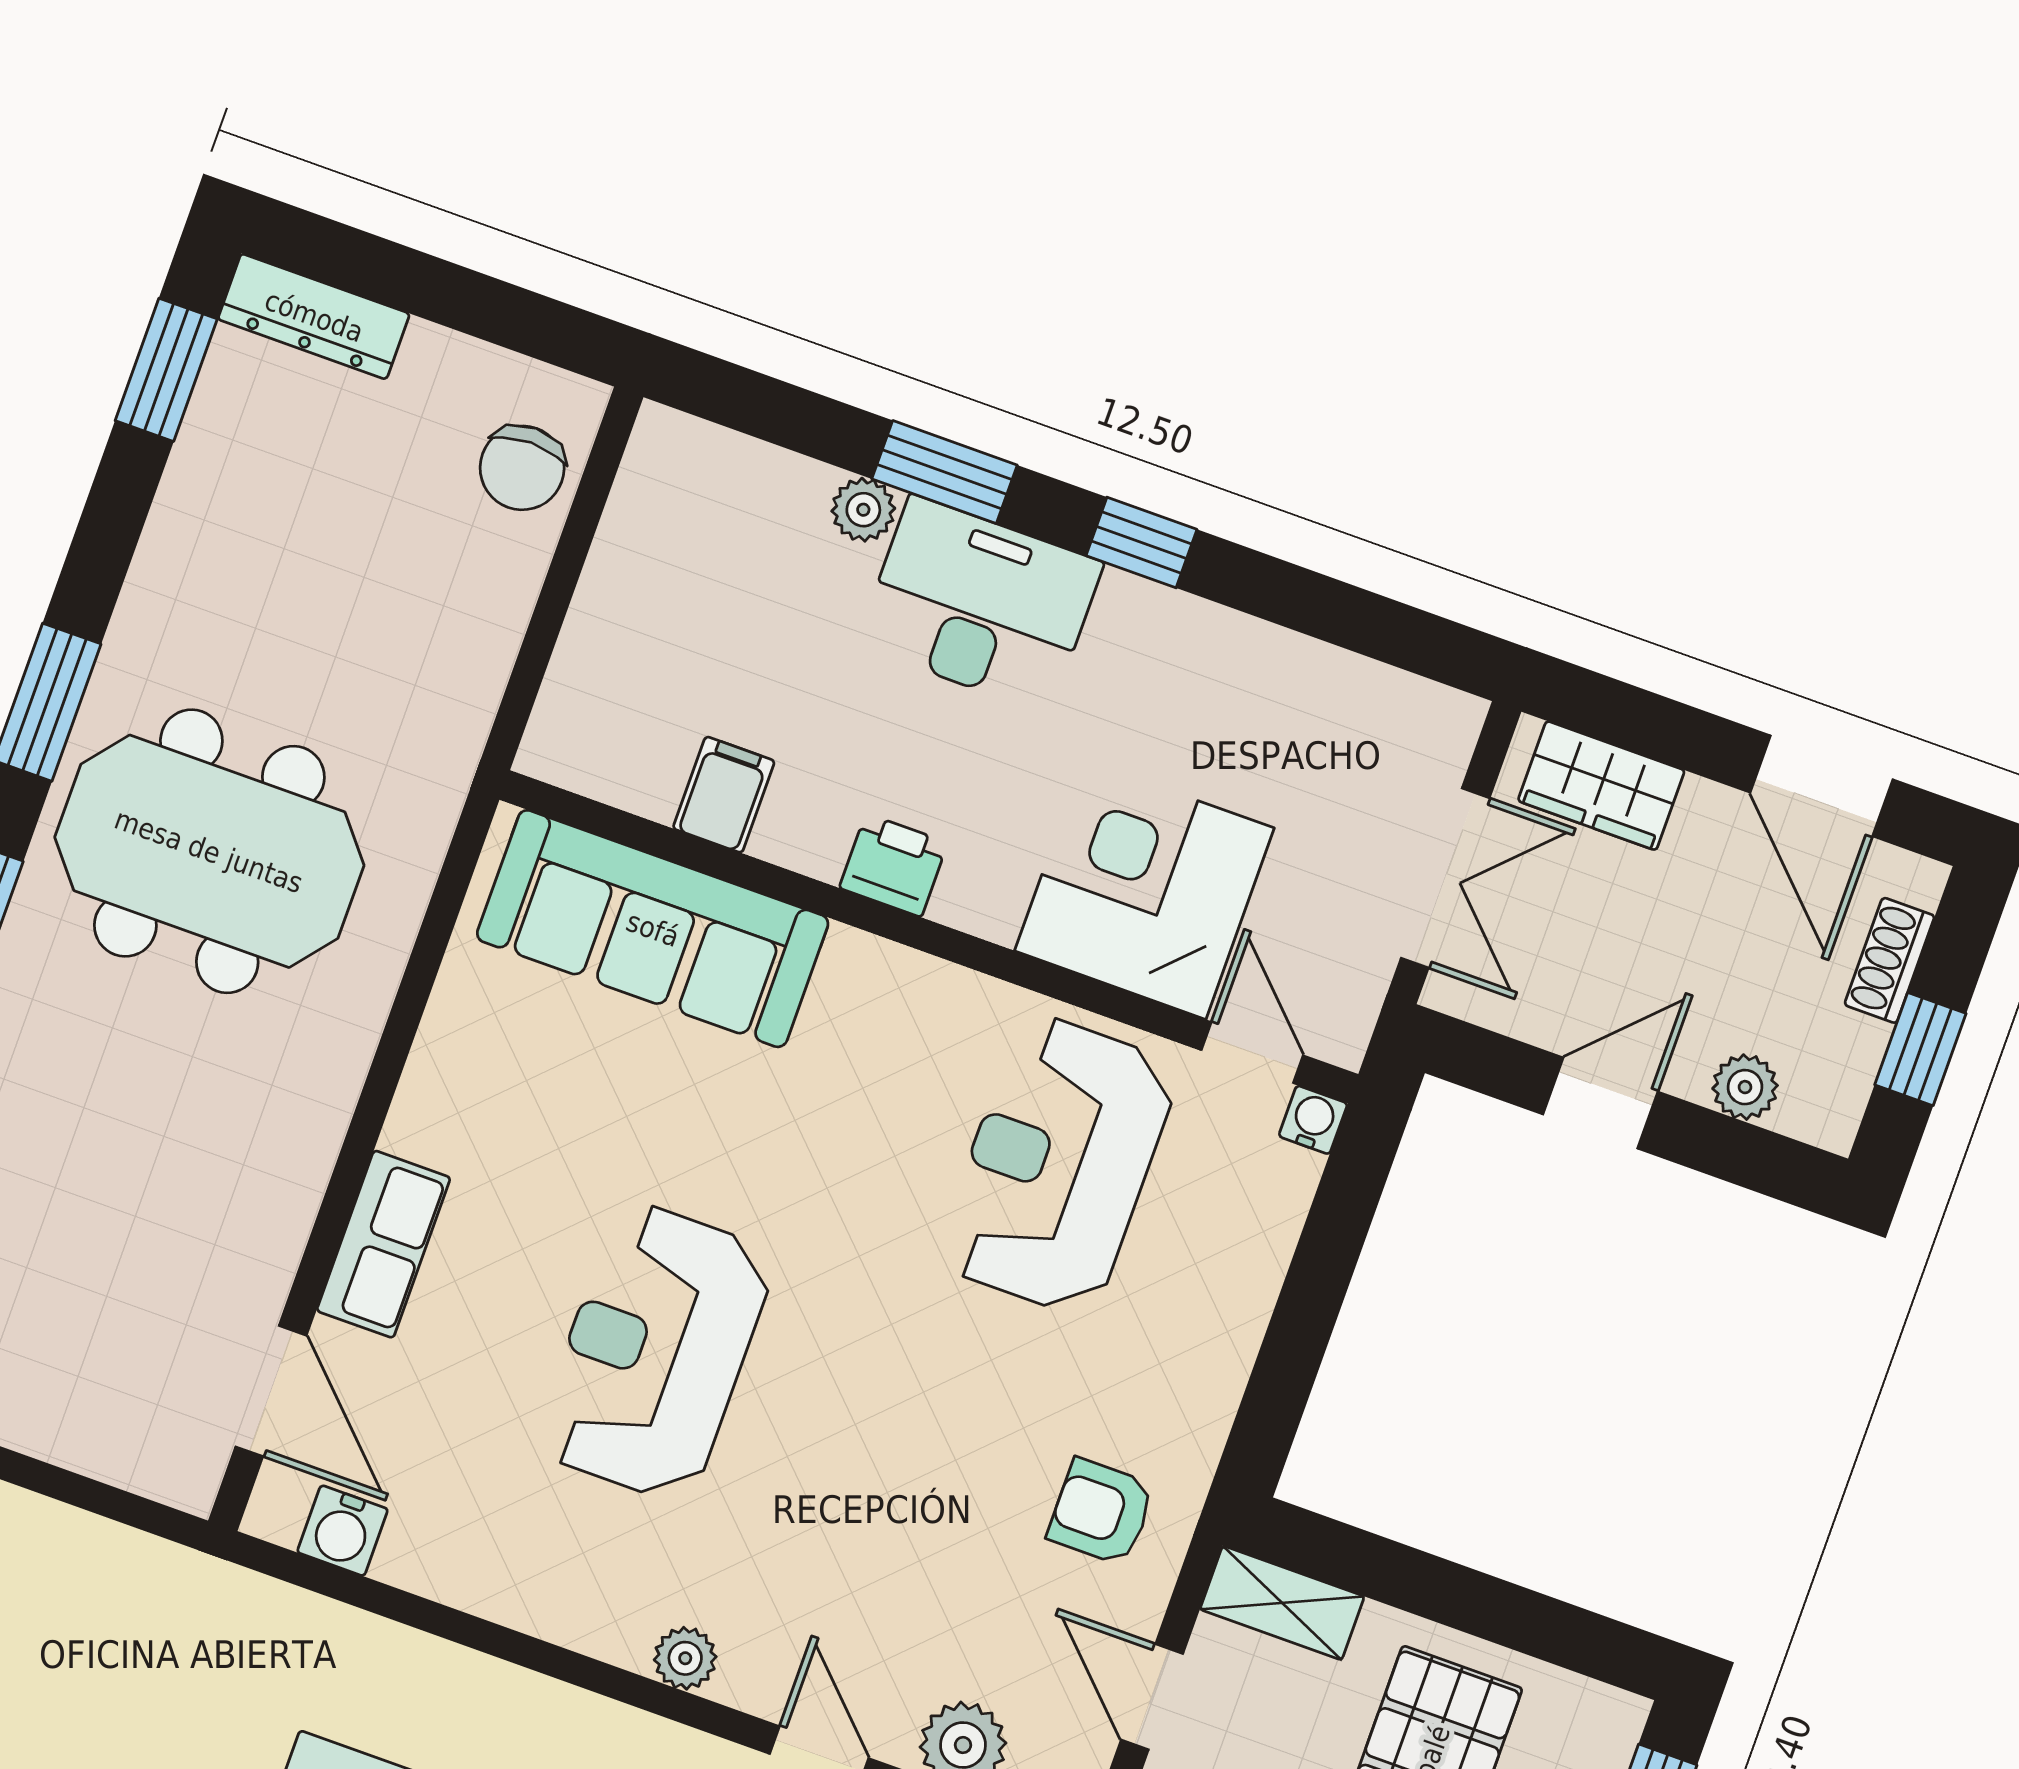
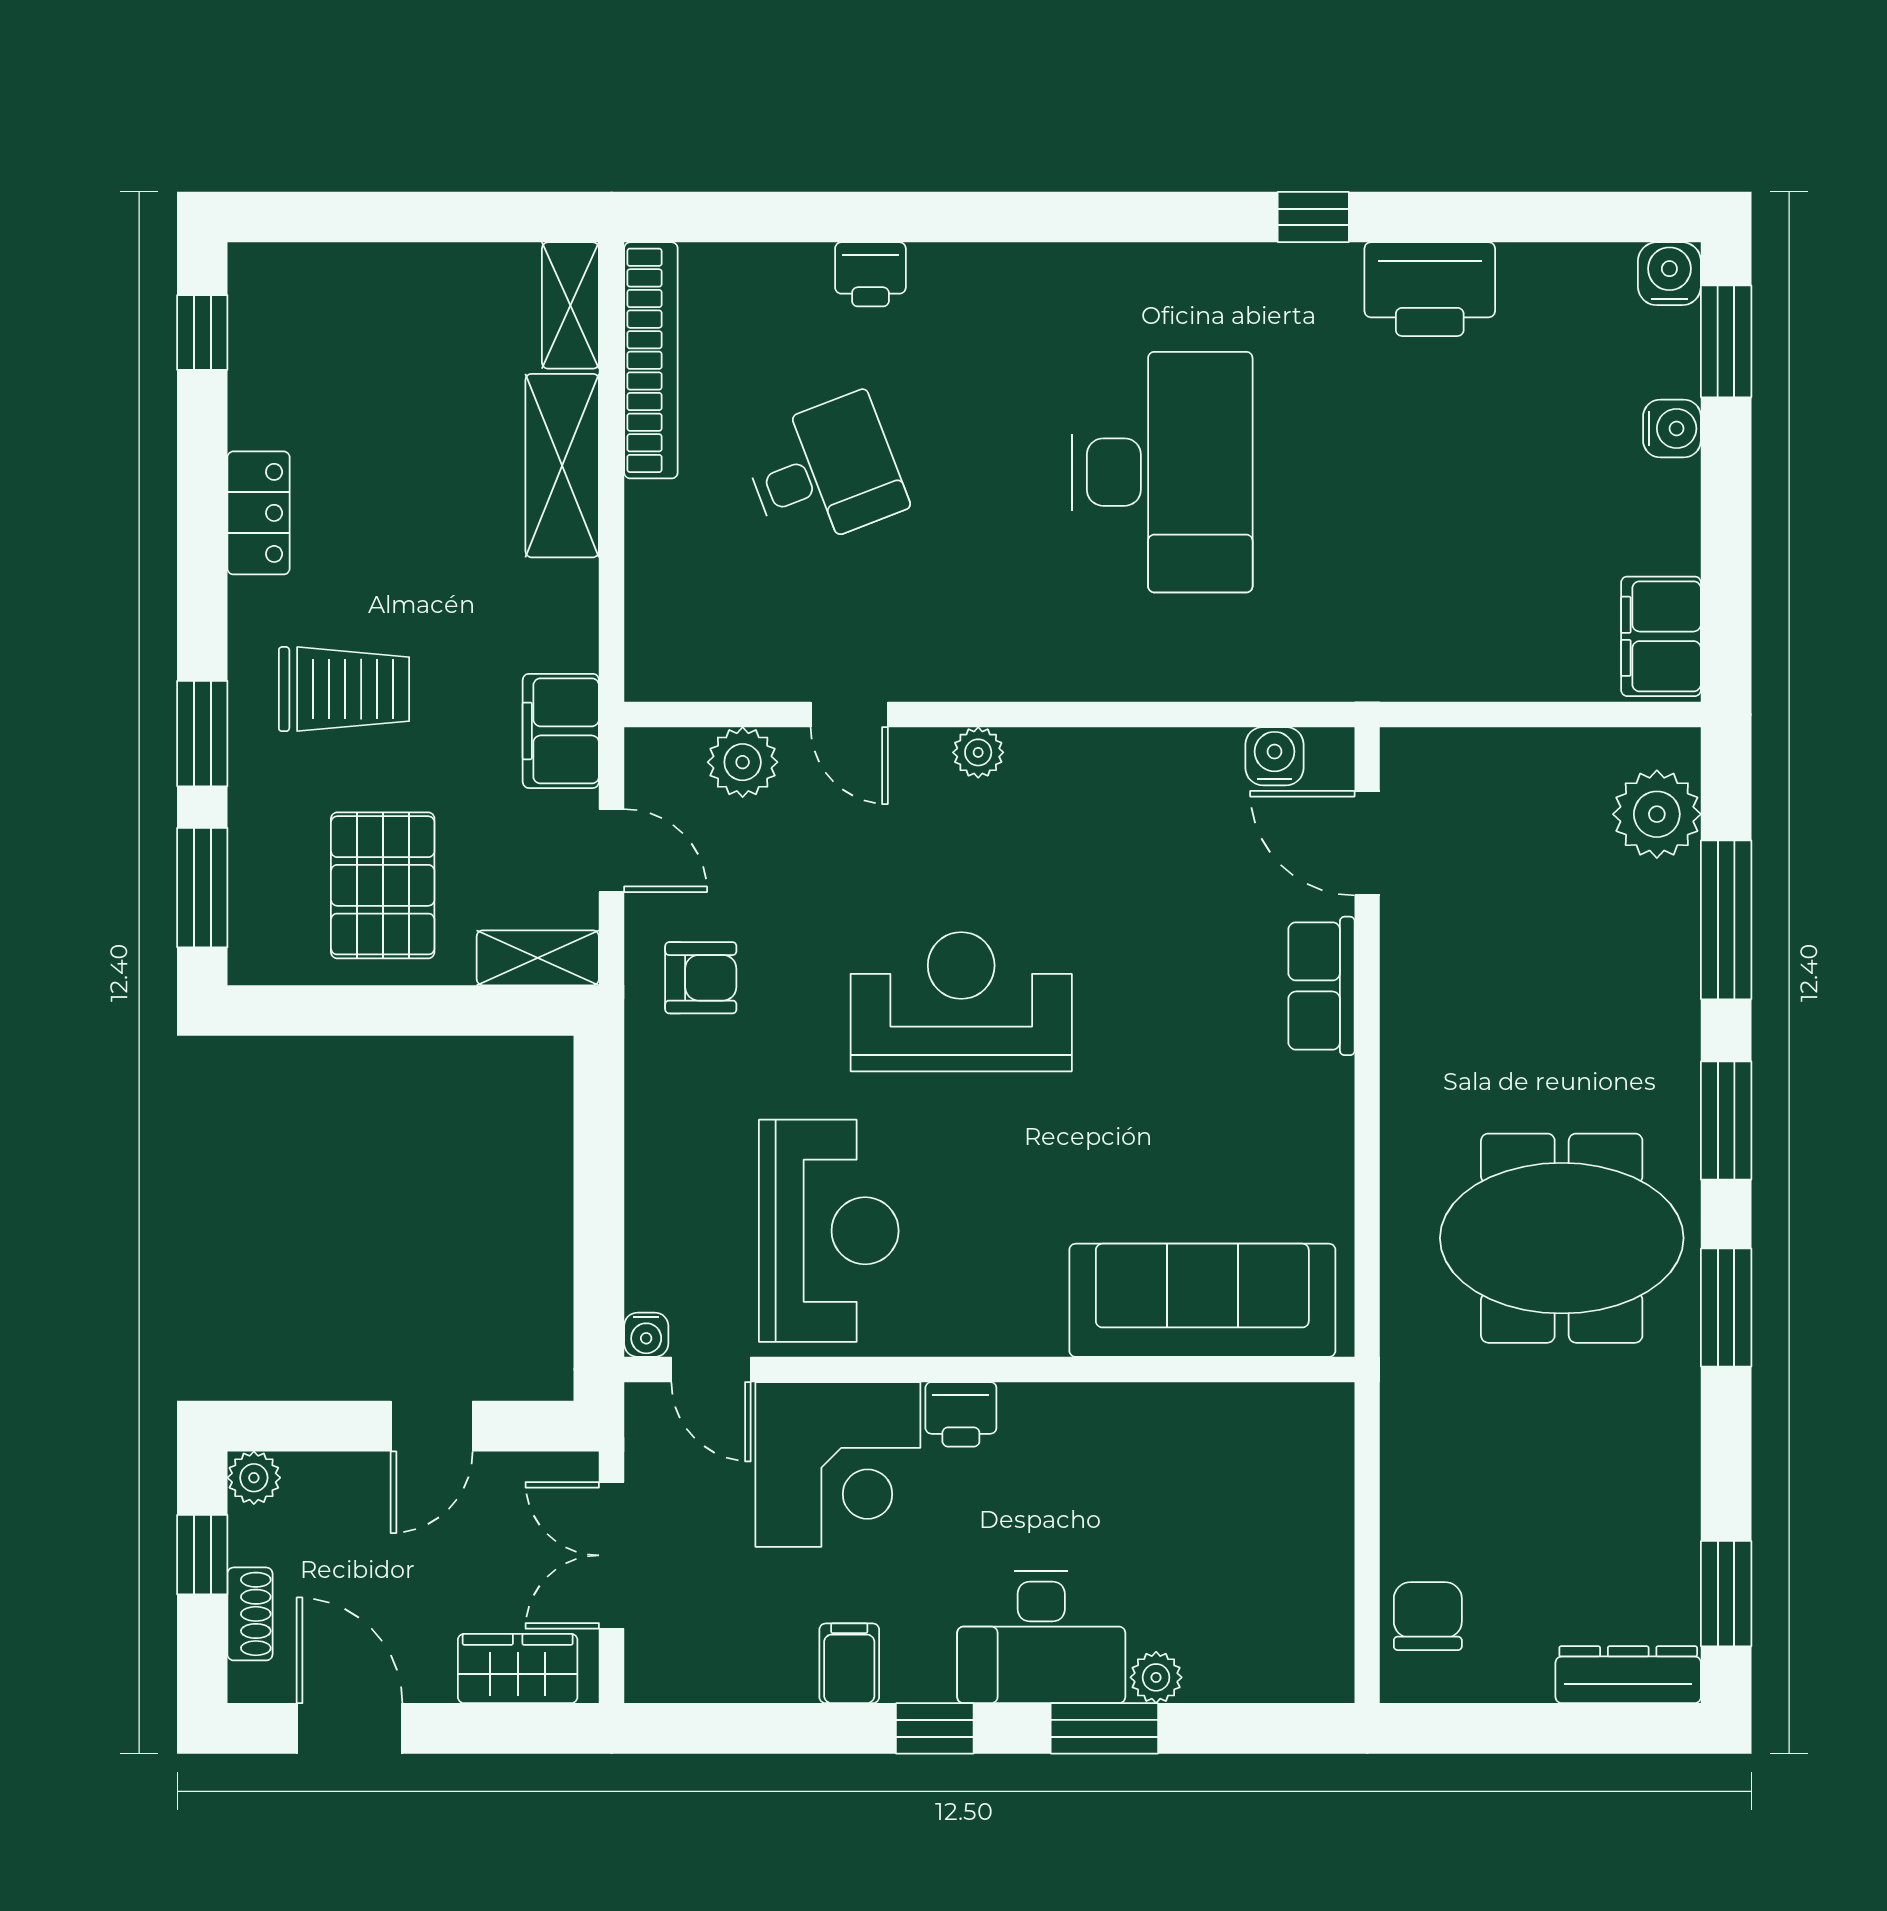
filing cabinet: (724, 795) -> (849, 1663), moved, turned 180
printer: (893, 865) -> (961, 1414), moved
plant: (1745, 1087) -> (254, 1478), moved
reception desk: (655, 1352) -> (961, 1002), moved, turned -90

